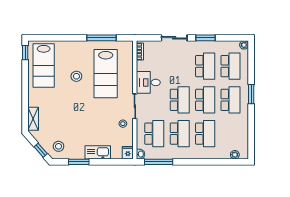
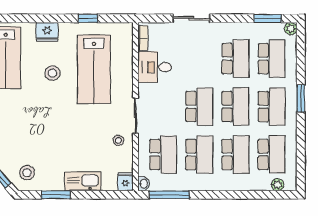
window: (101, 38) -> (88, 18), width x0.46
window: (206, 38) -> (268, 18), moved
fridge: (73, 47) -> (47, 32), added
desk: (148, 82) -> (155, 67), moved
school desk: (231, 134) -> (272, 155), added

